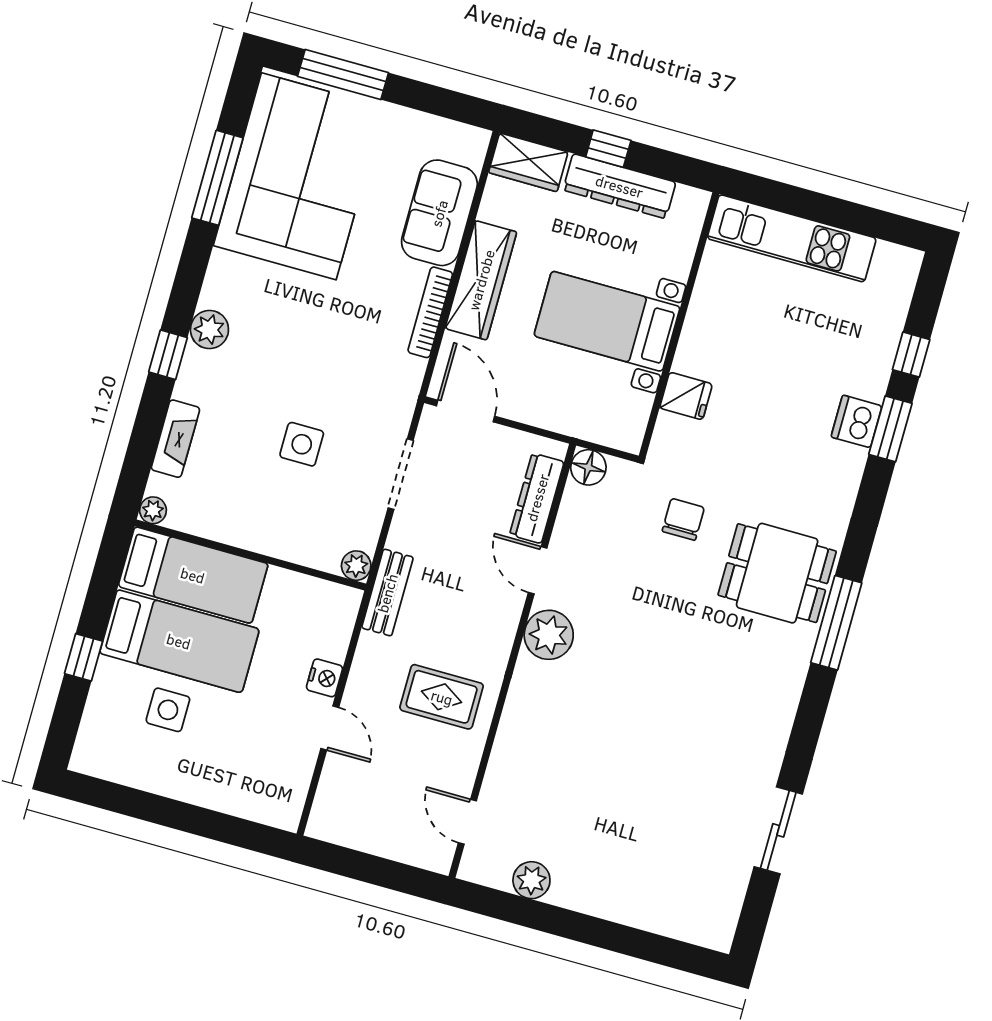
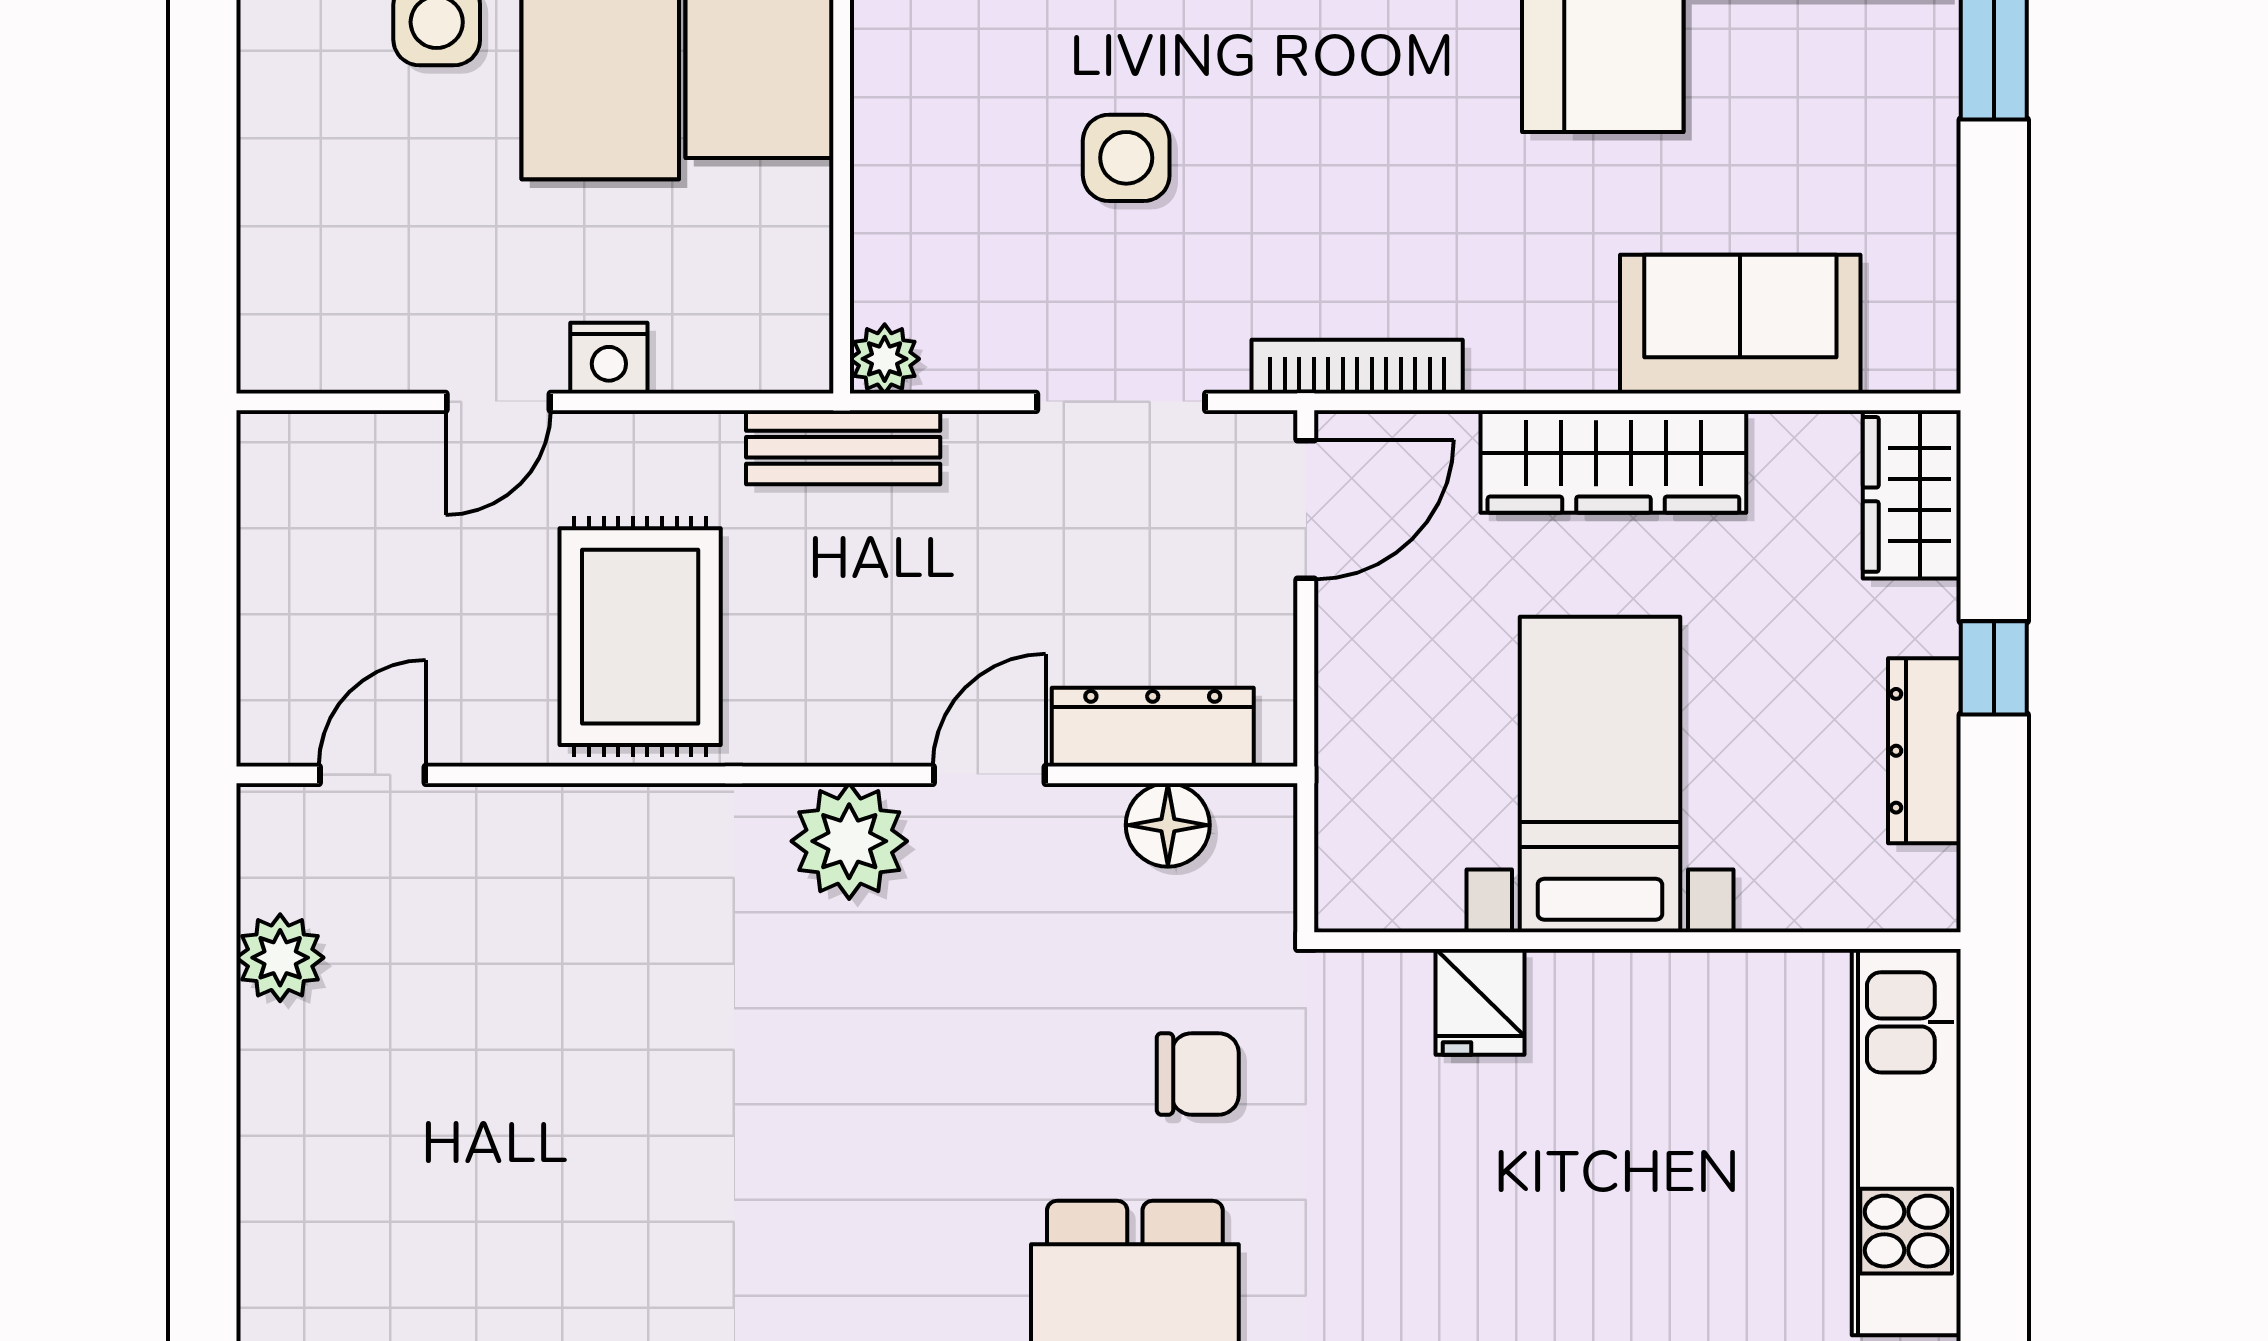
dresser: (619, 186) -> (1924, 751), width x0.73, depth x0.80
bookcase: (430, 312) -> (1357, 367), moved
floor lamp: (588, 467) -> (1168, 825), moved
rug: (442, 697) -> (640, 637), width x1.36, depth x1.43

